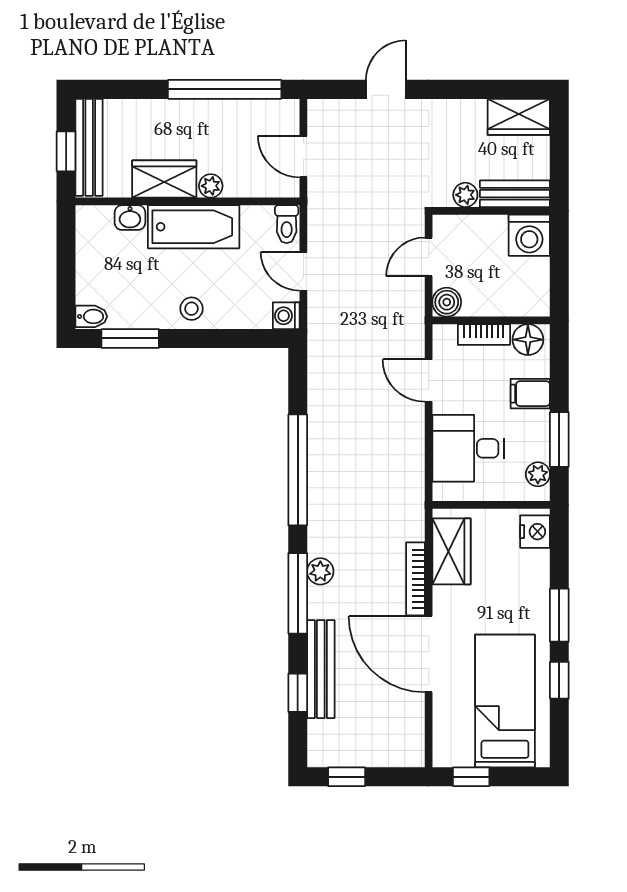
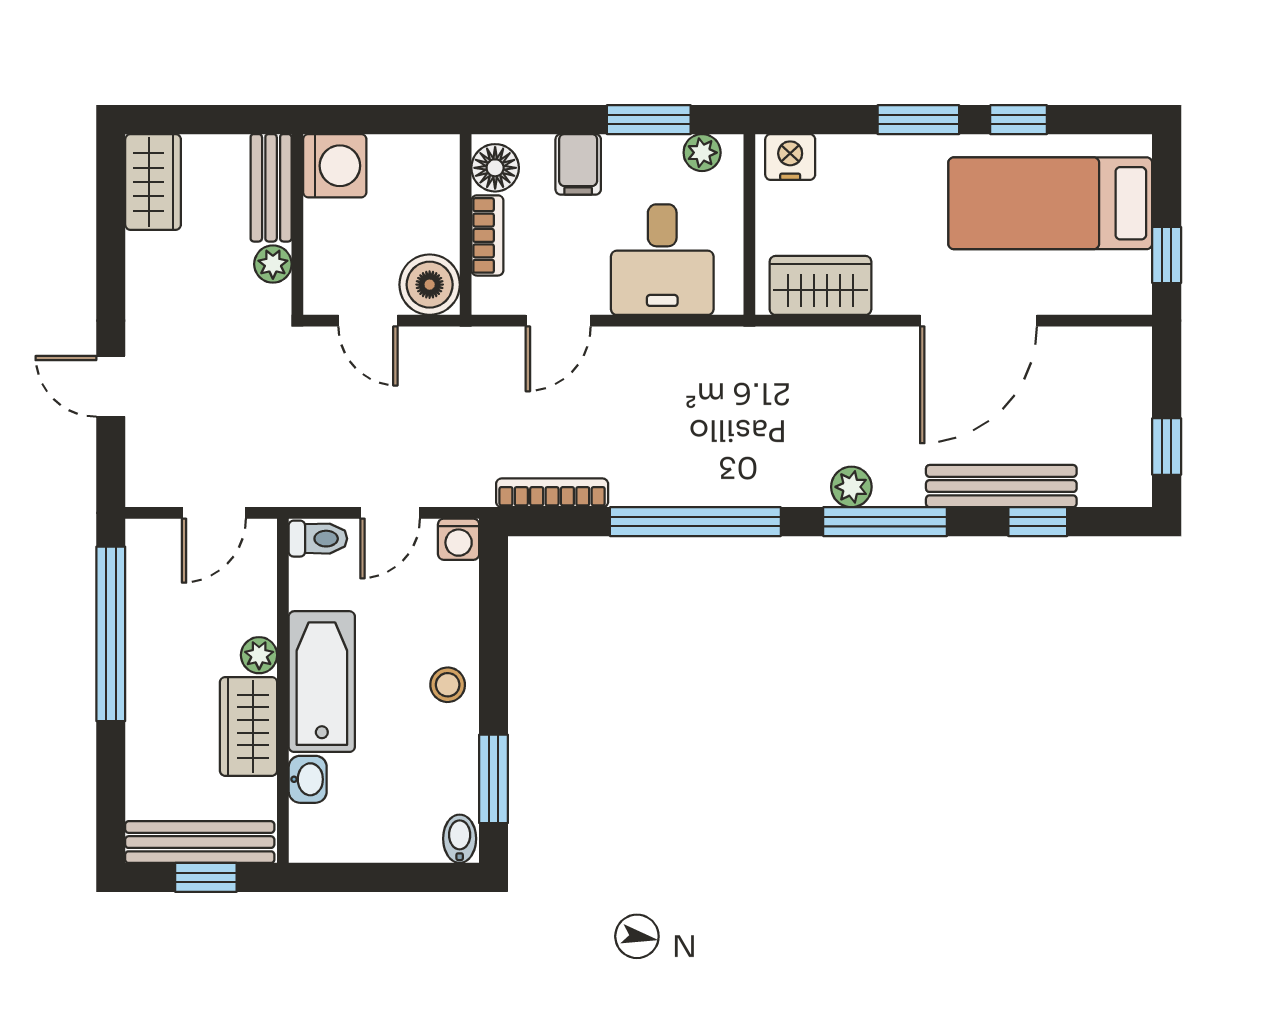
boiler: (447, 302) -> (430, 285), width x1.36, depth x1.36
bookcase: (415, 579) -> (552, 493), moved, turned 180

